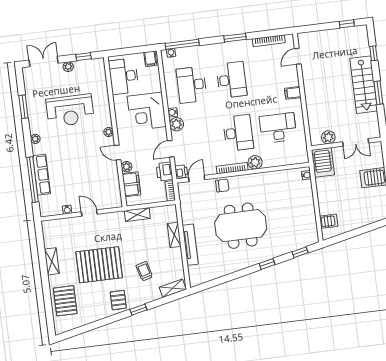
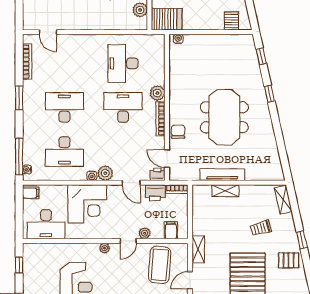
plant: (68, 67) -> (28, 283), removed
filing cabinet: (293, 93) -> (87, 43), removed
coffee table: (100, 184) -> (160, 265), added
filing cabinet: (131, 184) -> (171, 230), width x0.50
shelving: (137, 215) -> (198, 249), moved
tv unit: (190, 245) -> (222, 175), moved

